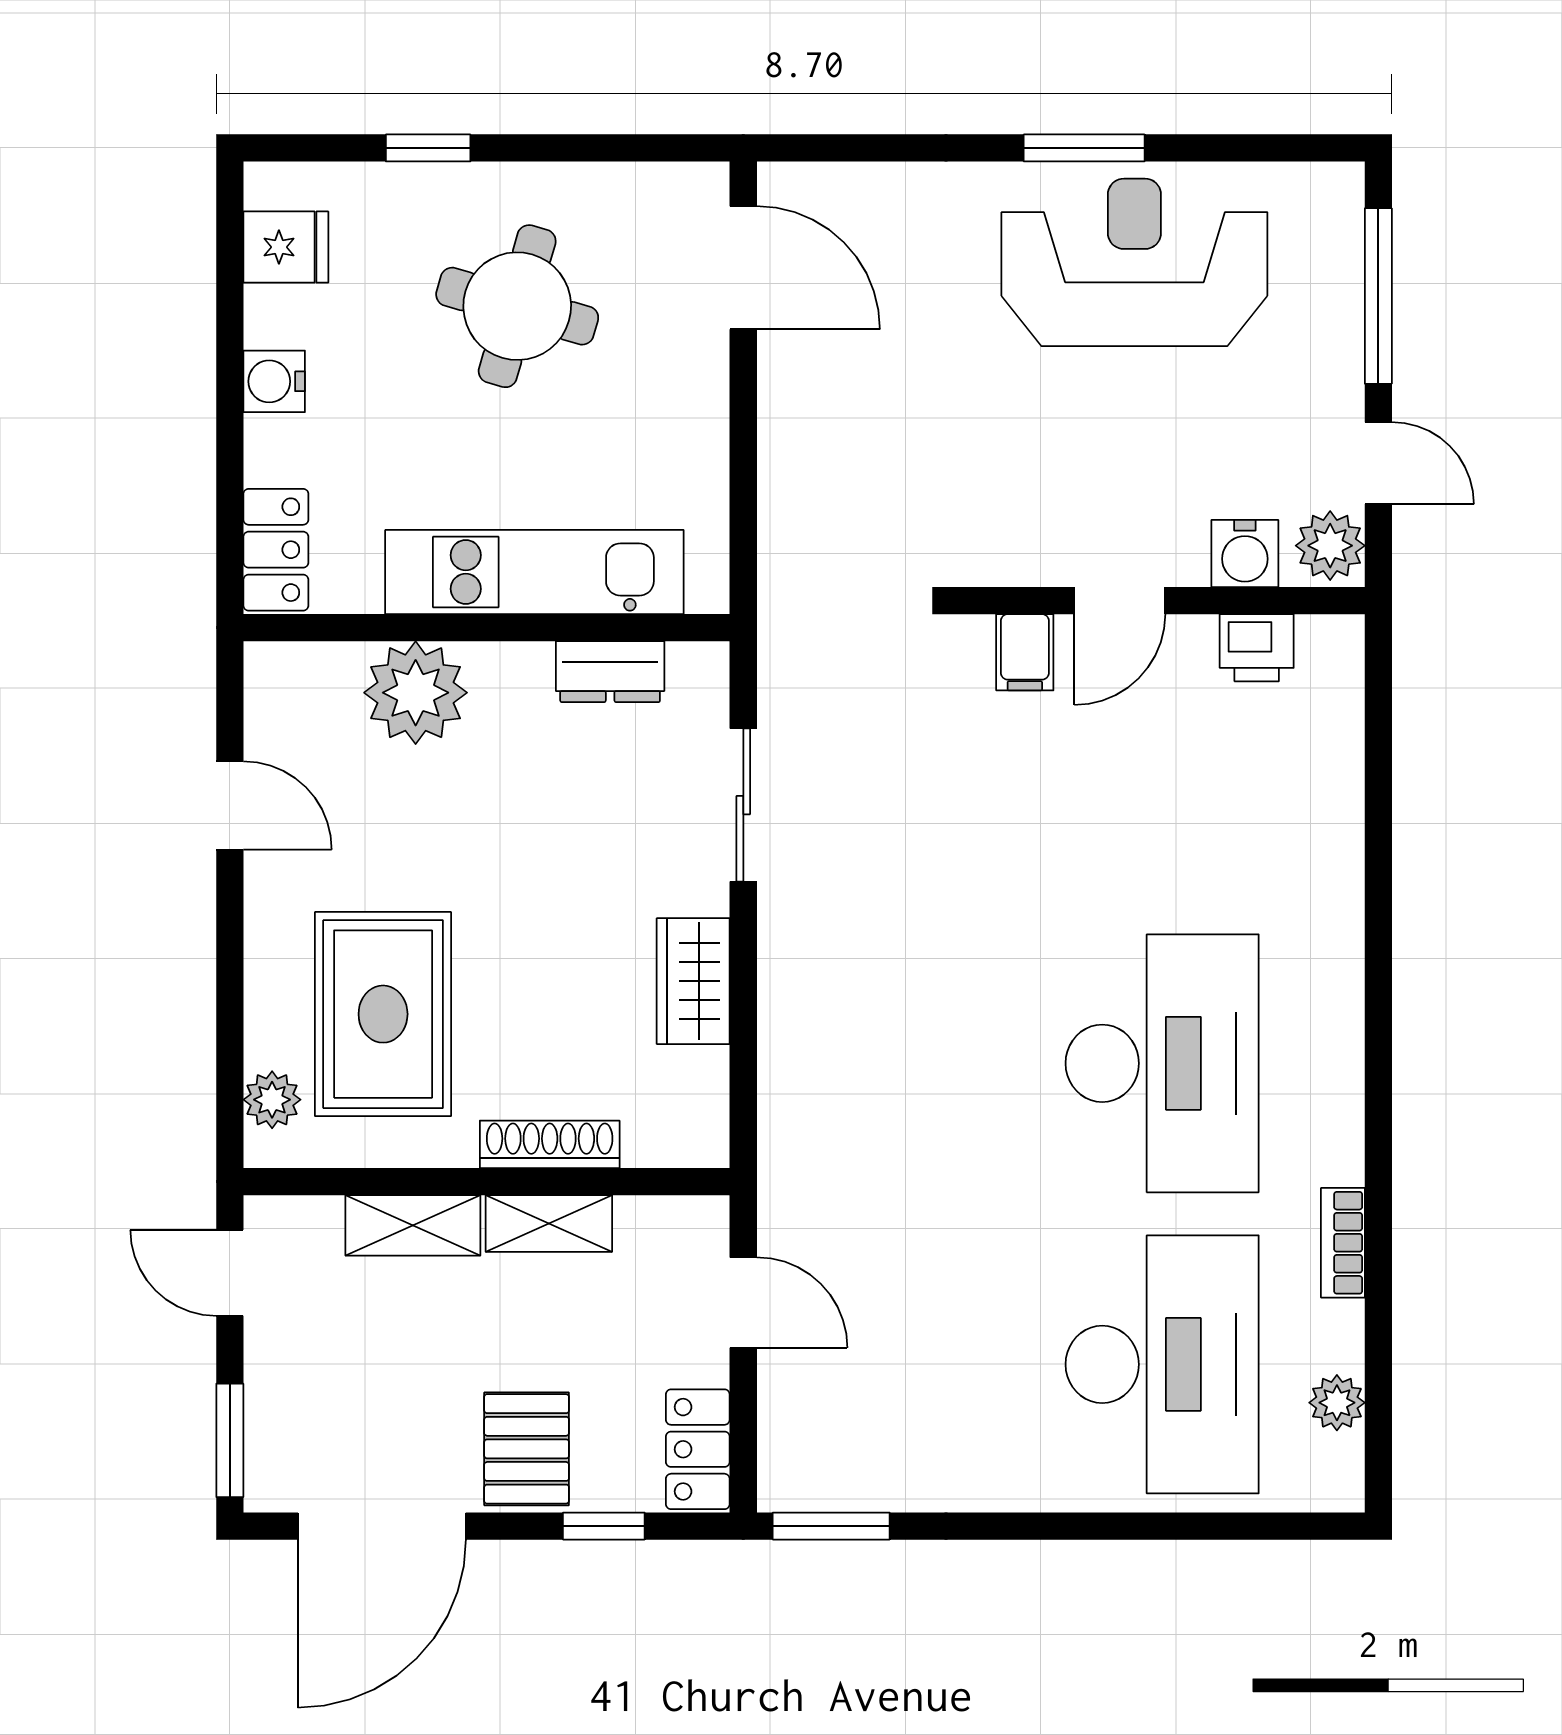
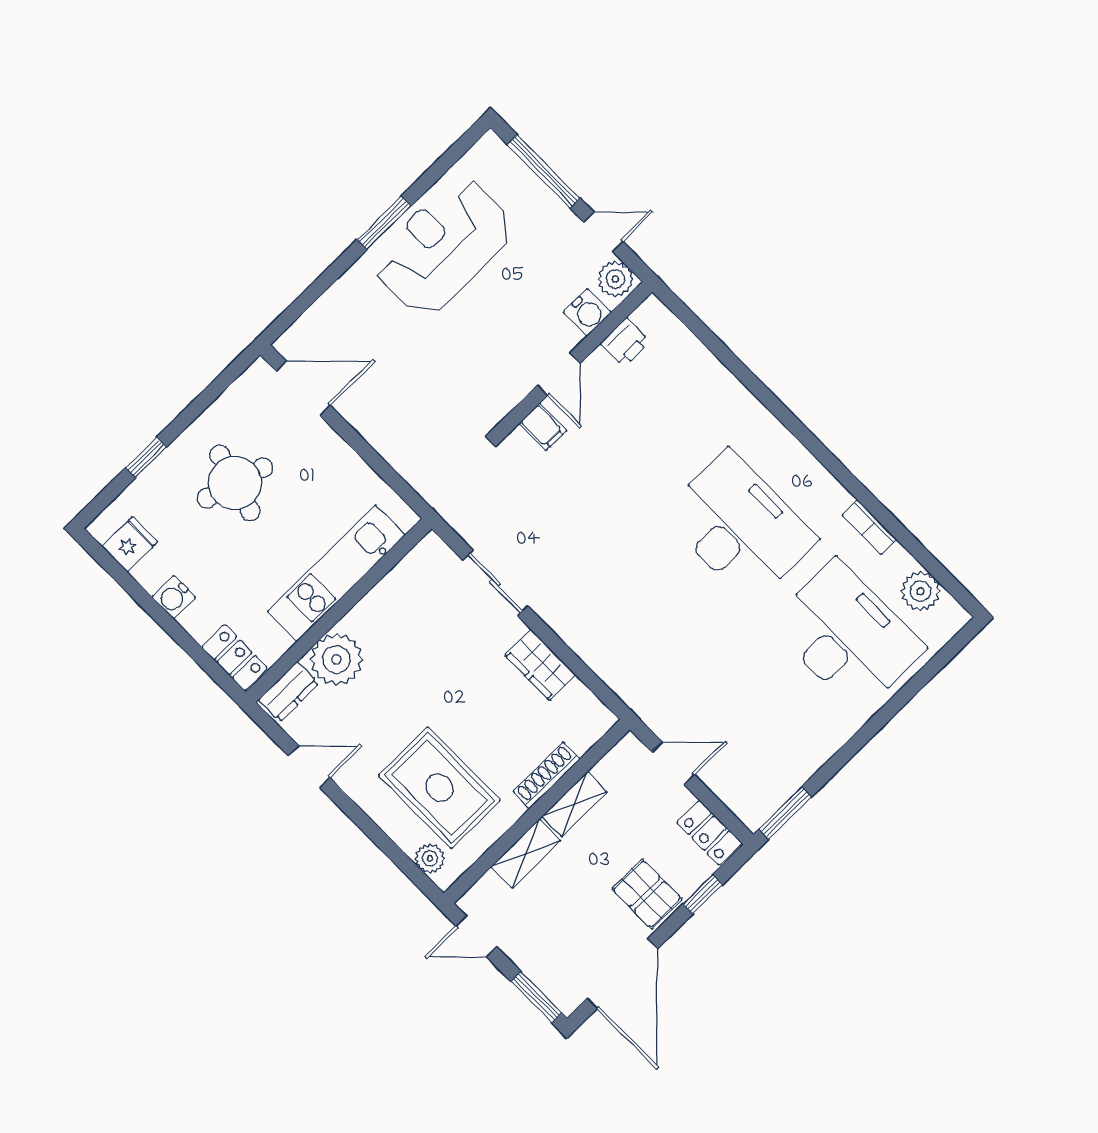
dresser: (610, 672) -> (288, 692), moved
plant: (1337, 1403) -> (921, 591), width x1.38, depth x1.38

